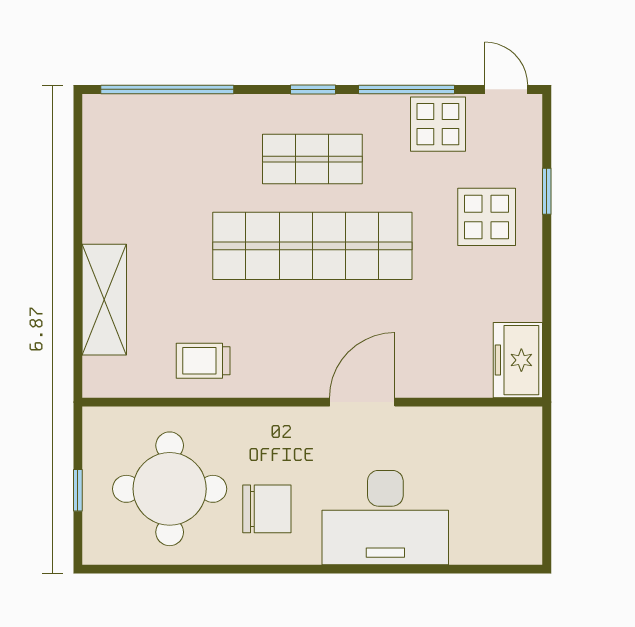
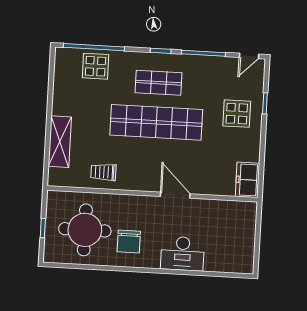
door: (506, 89) -> (249, 56), swing flipped
display table: (438, 124) -> (96, 66), moved
door: (362, 402) -> (175, 195), hinge flipped
chair: (267, 509) -> (129, 242), turned 90
desk: (385, 518) -> (183, 254), width x0.73, depth x0.77

